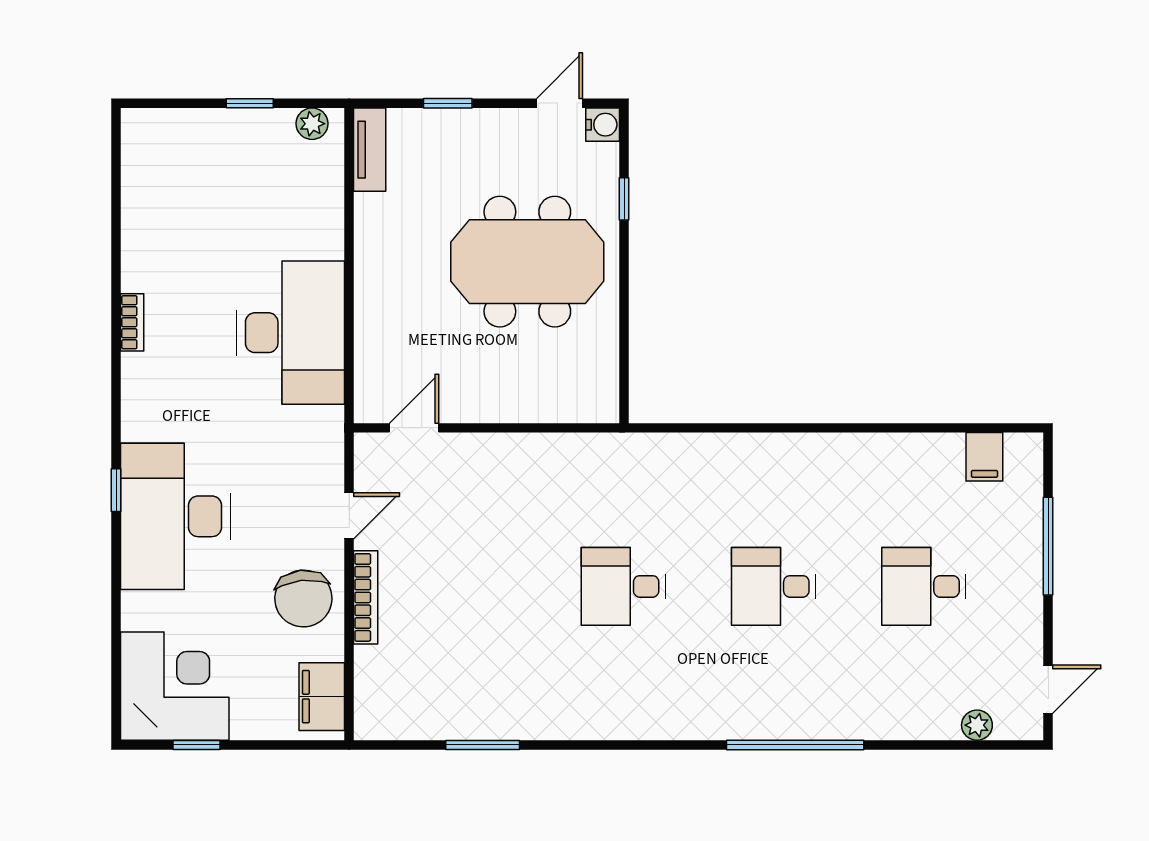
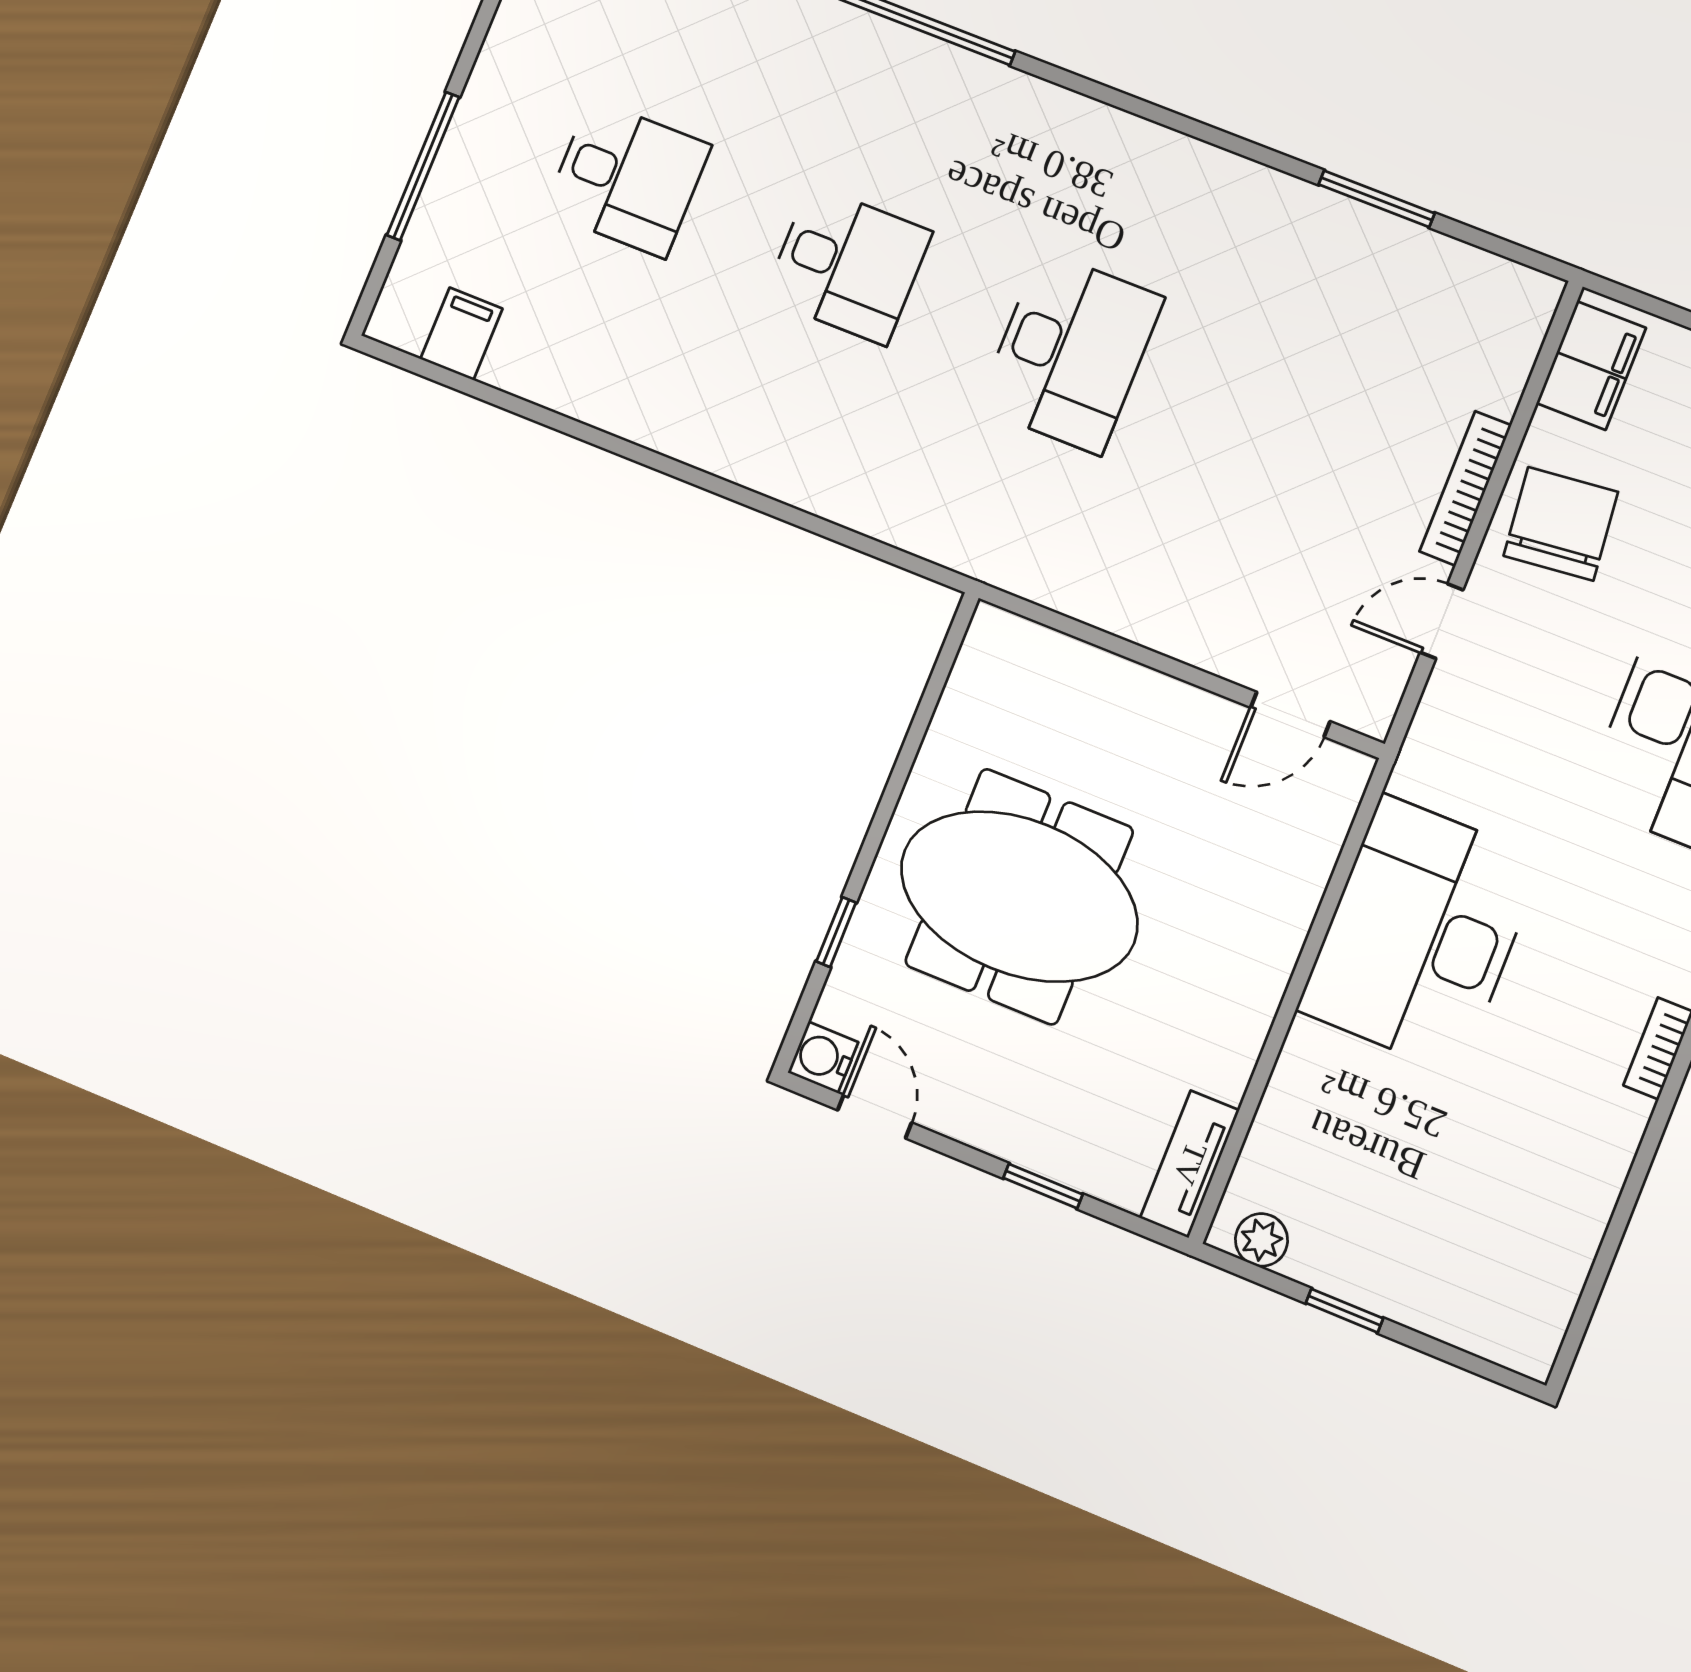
door: (559, 103) -> (875, 1116), swing flipped
desk: (623, 586) -> (1071, 352), width x1.37

